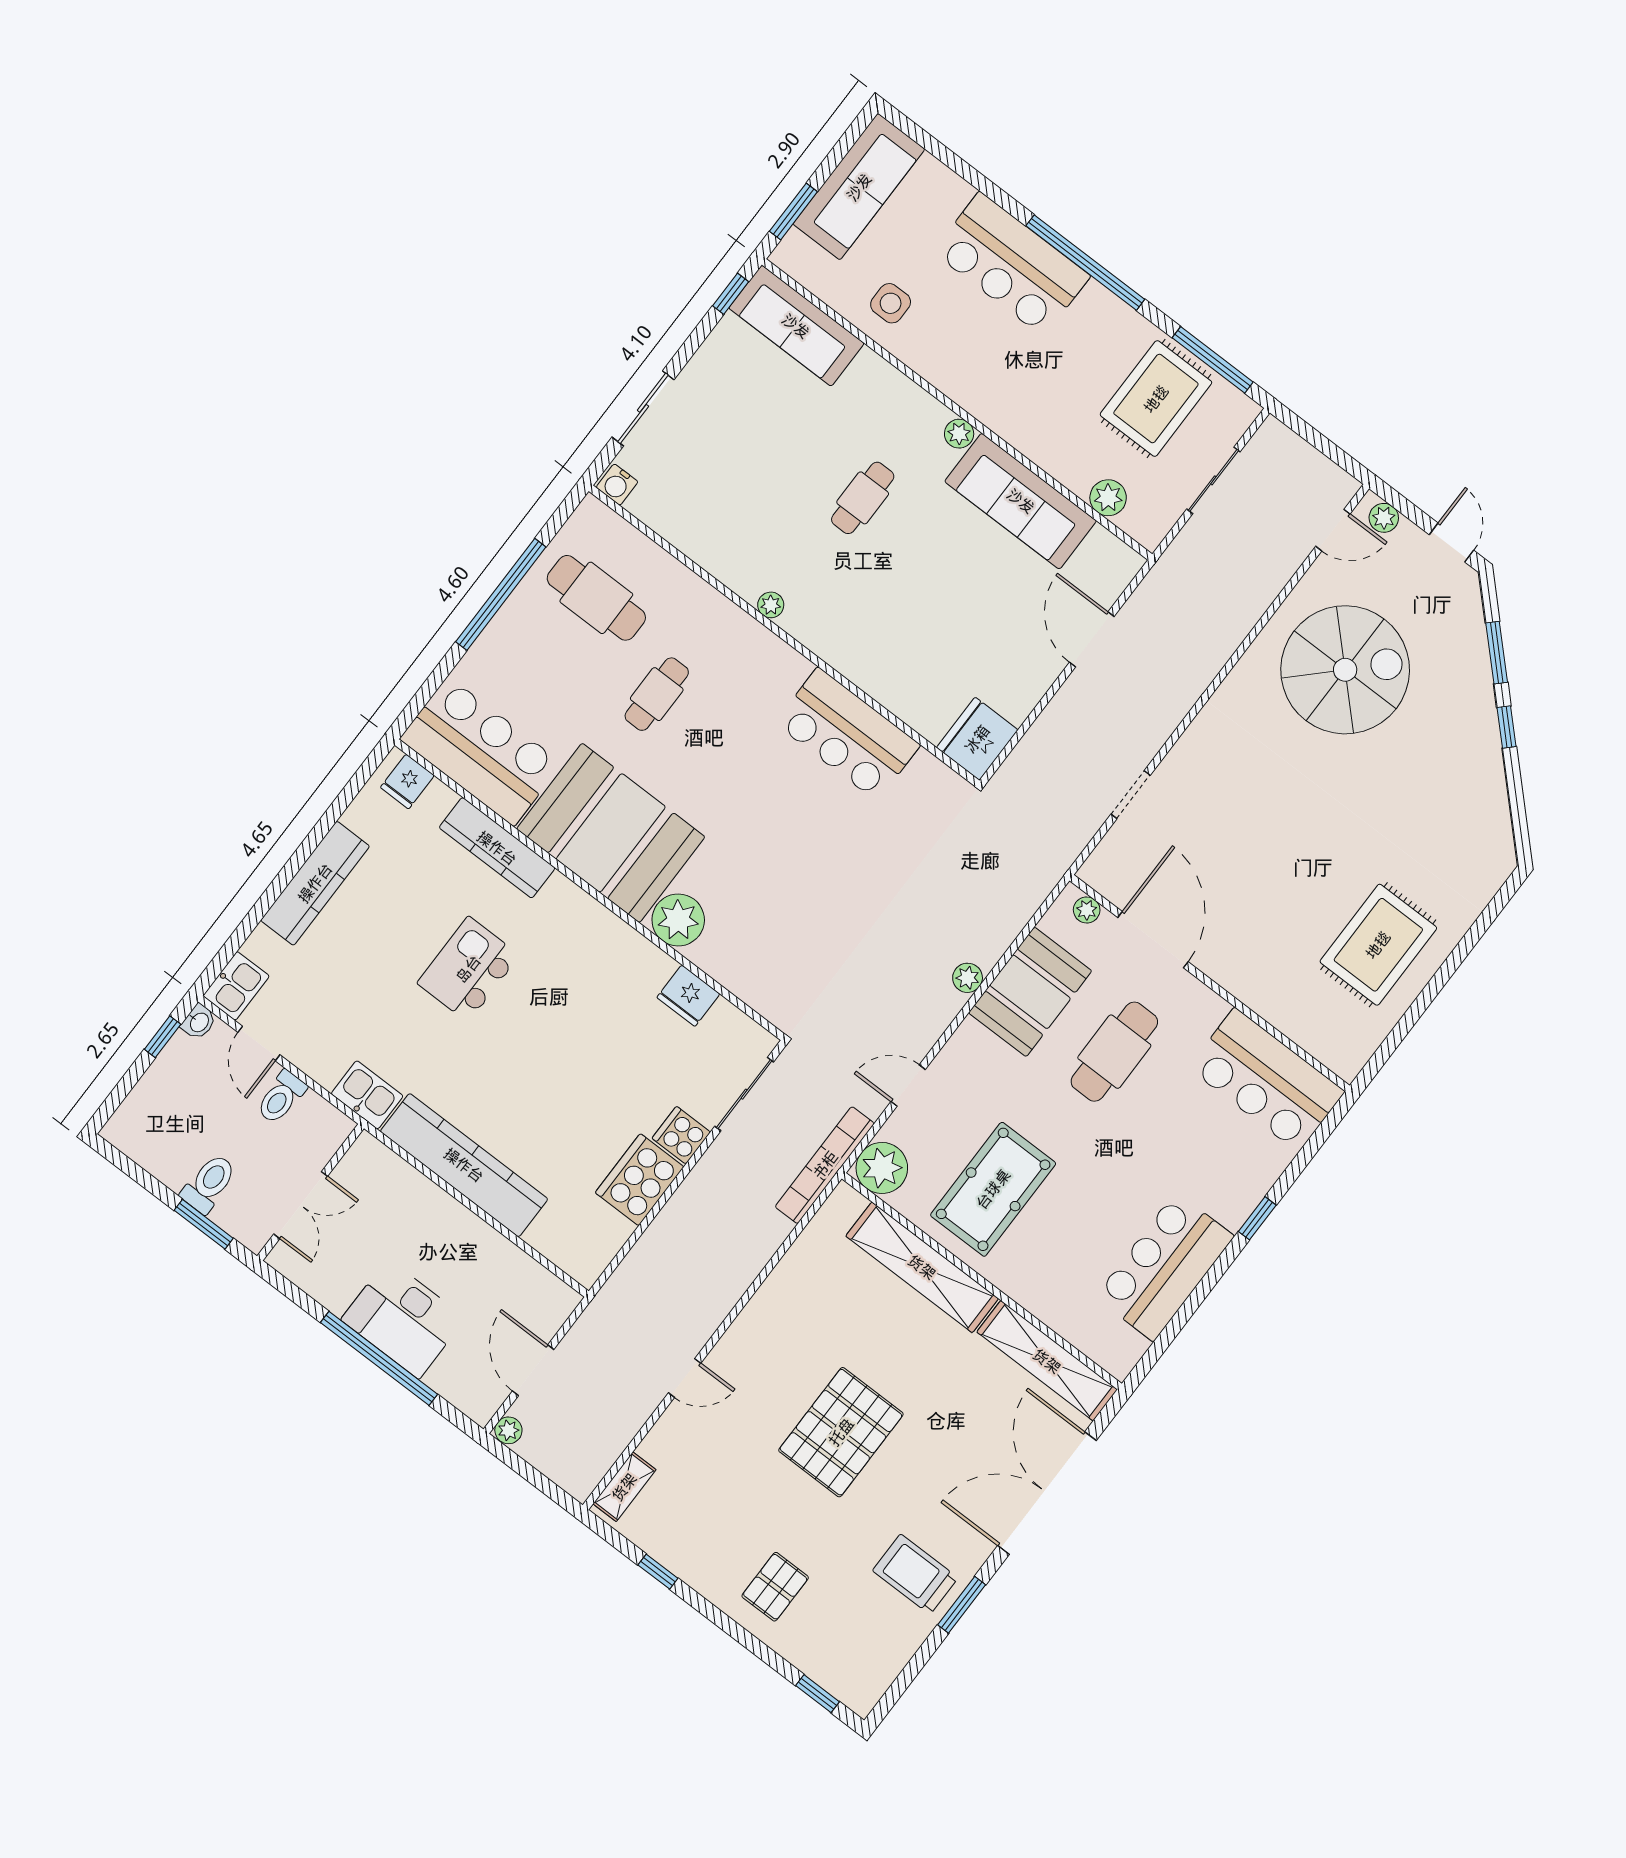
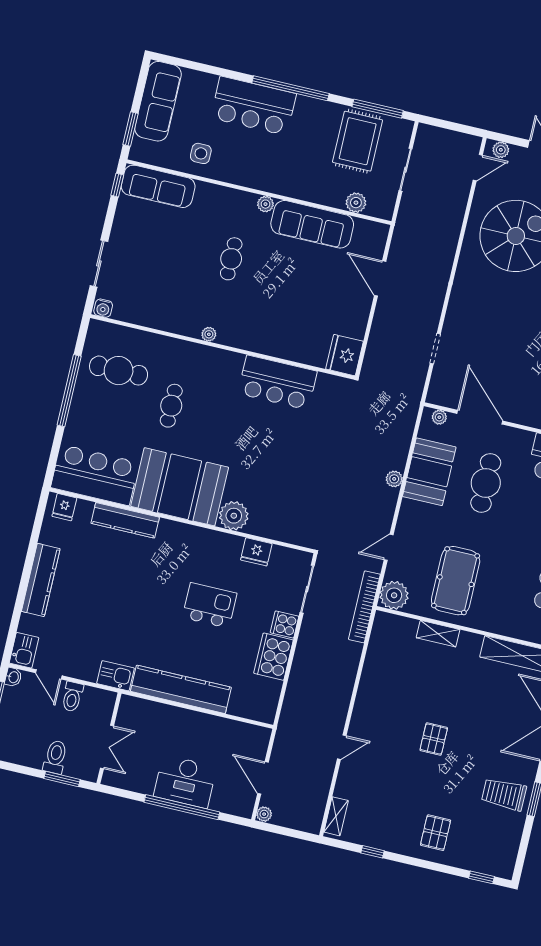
kitchen island: (468, 969) -> (210, 605), moved, turned 90
shelving: (922, 1267) -> (438, 634), width x0.45, depth x0.75
pallet: (841, 1432) -> (434, 739), width x0.49, depth x0.50

